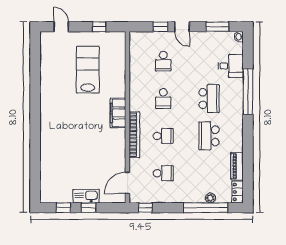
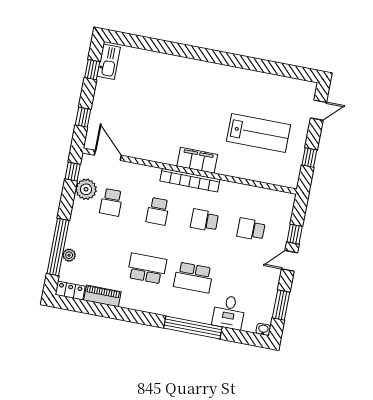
bookcase: (134, 135) -> (190, 180), moved
plant: (157, 195) -> (86, 189), added
kitchen sink: (86, 196) -> (109, 62), moved
window: (89, 208) -> (83, 117), moved

